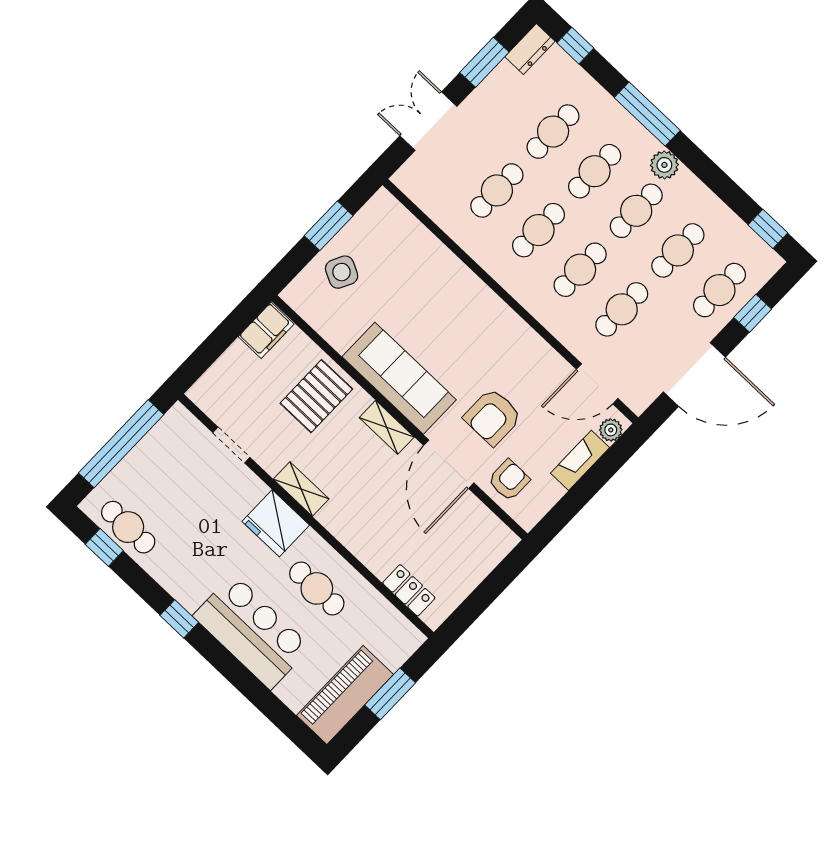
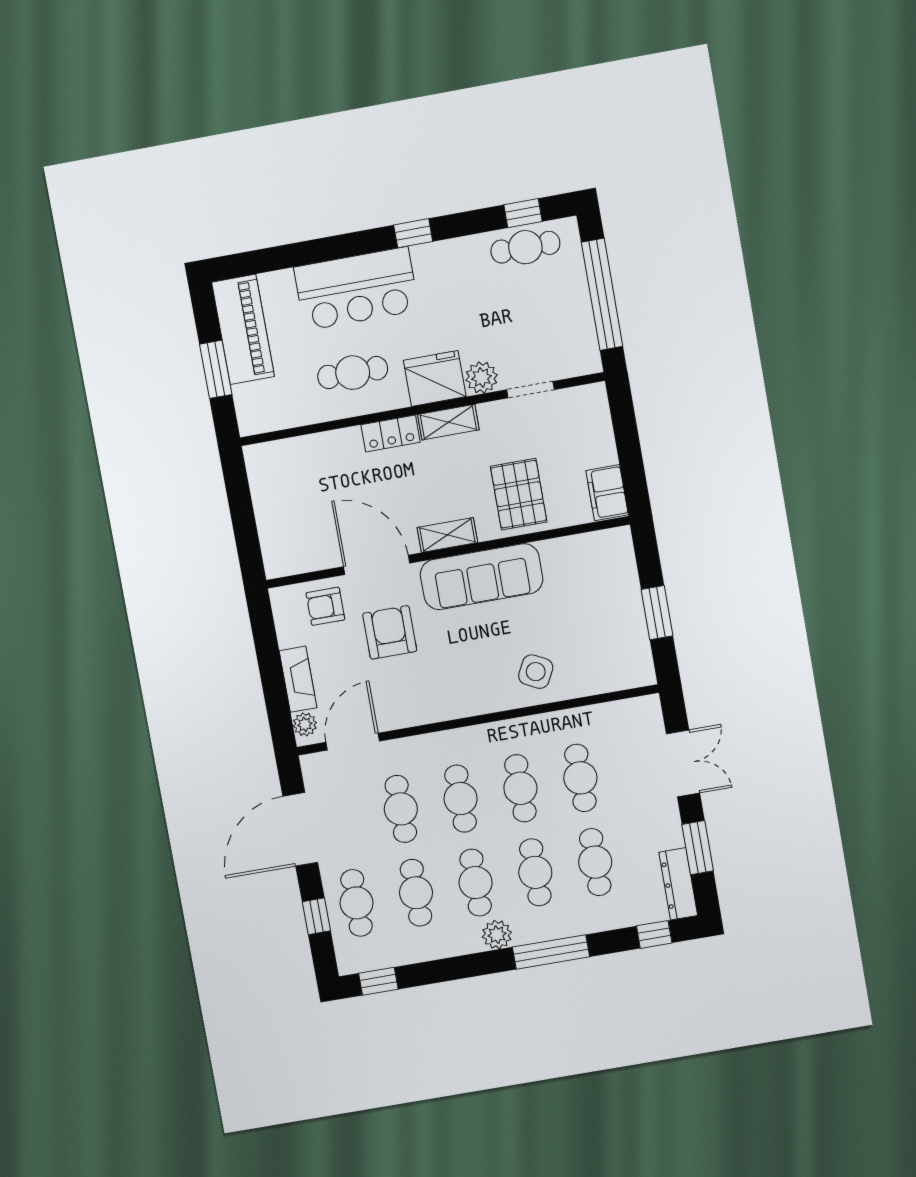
dresser: (530, 49) -> (678, 884), width x1.44
side table: (342, 272) -> (536, 672), moved
armchair: (509, 480) -> (325, 606), turned 90
plant: (249, 489) -> (482, 377), added
locker: (409, 590) -> (391, 434), moved

